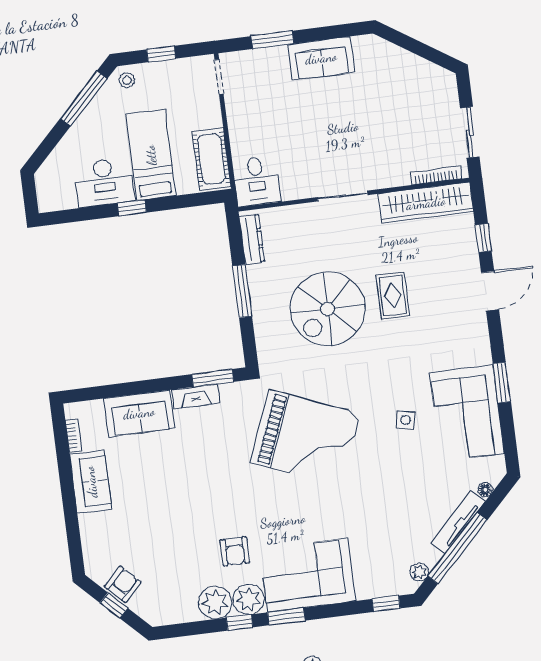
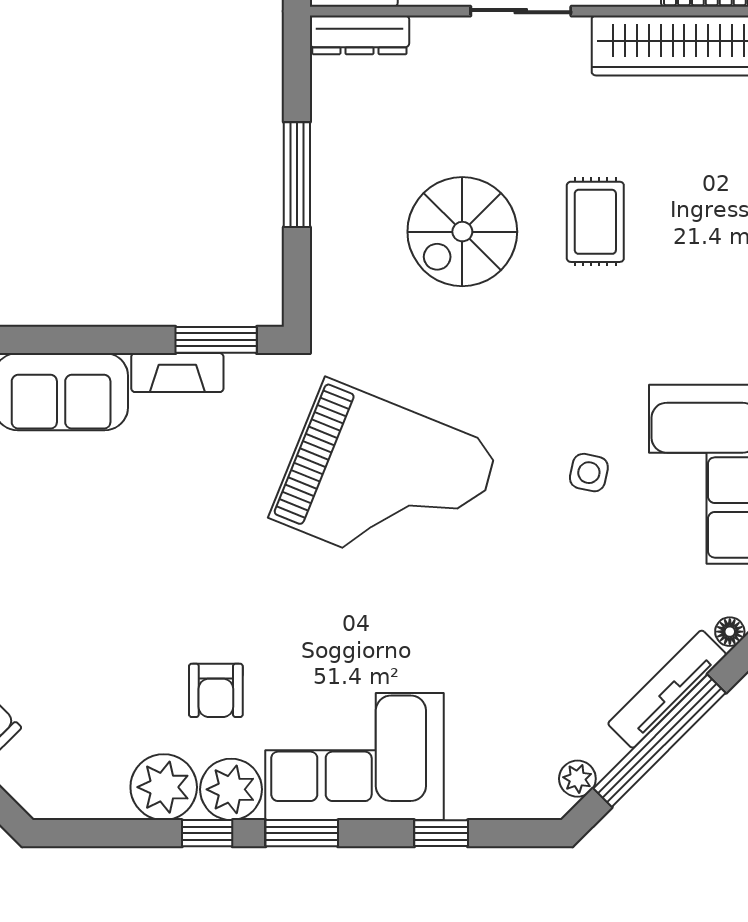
dresser: (252, 239) -> (359, 35), moved, turned 90
spiral stairs: (328, 309) -> (462, 232), width x0.73, depth x0.73
window: (386, 604) -> (441, 833), moved

